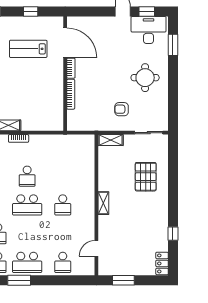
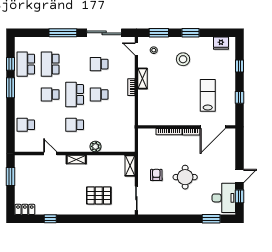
round table: (145, 78) -> (185, 177), moved
plant: (88, 181) -> (95, 146), added
door: (96, 248) -> (50, 153), moved
school desk: (27, 262) -> (50, 94), moved, width x0.54

